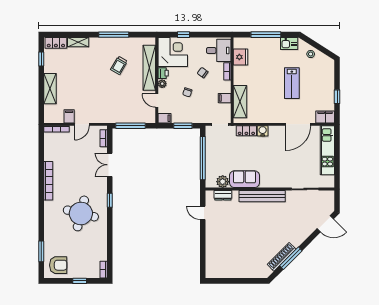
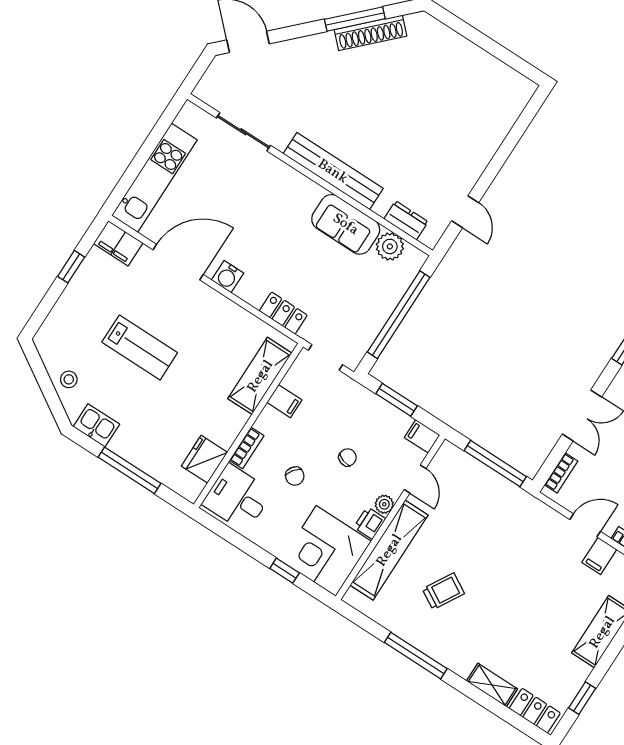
lab bench: (292, 83) -> (140, 347), turned 90
water cooler: (263, 131) -> (228, 277), moved

